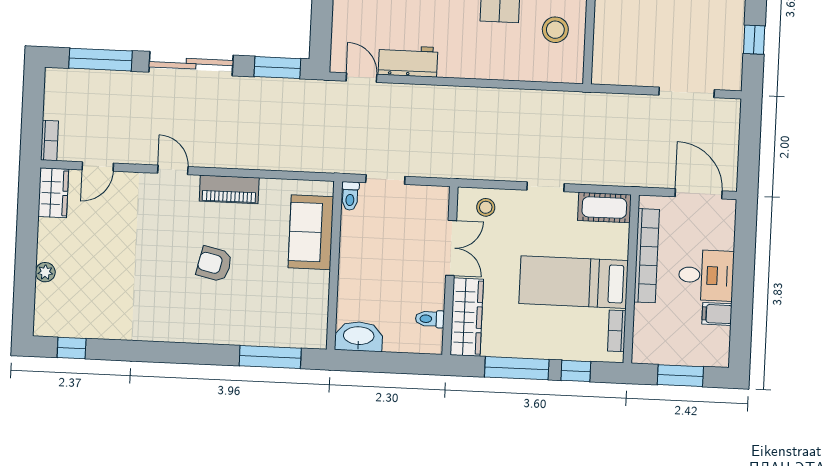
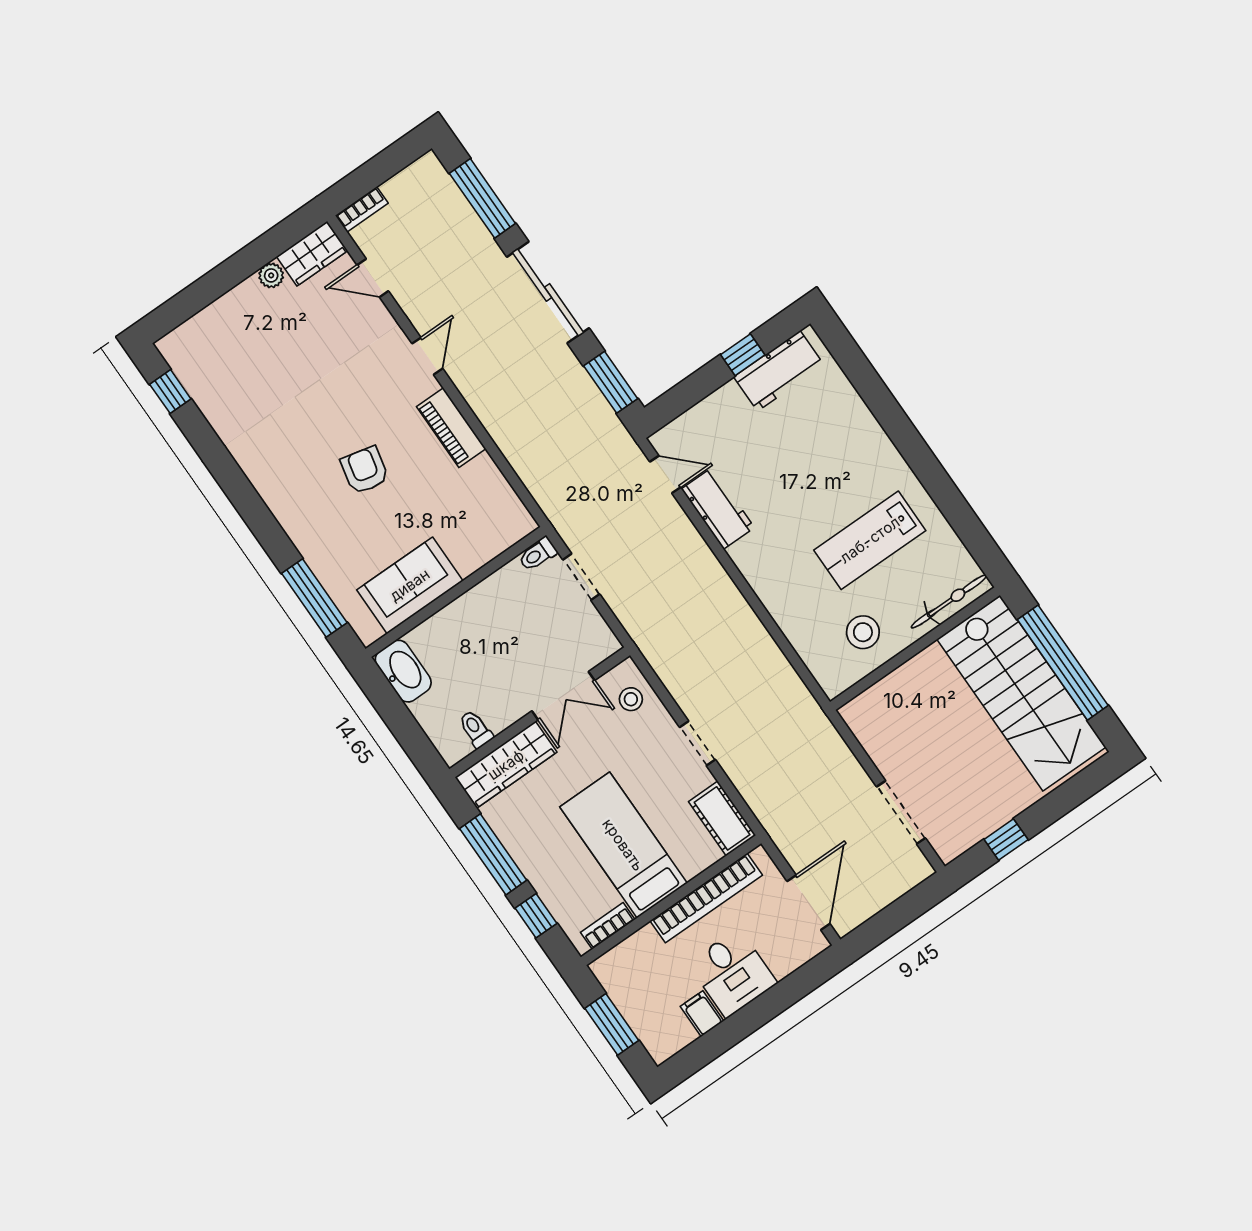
door: (362, 78) -> (665, 474), hinge flipped
sofa: (311, 232) -> (410, 585), moved
plant: (45, 272) -> (271, 275), moved

